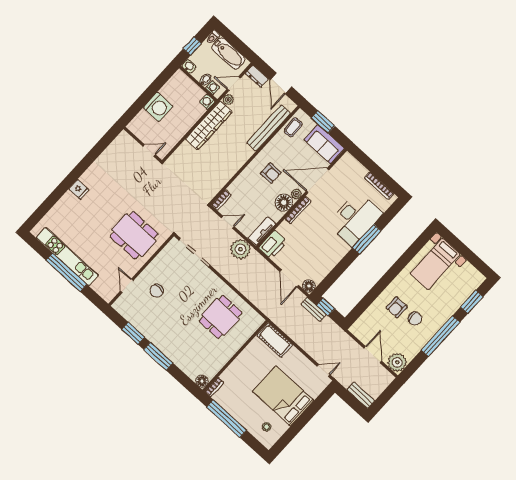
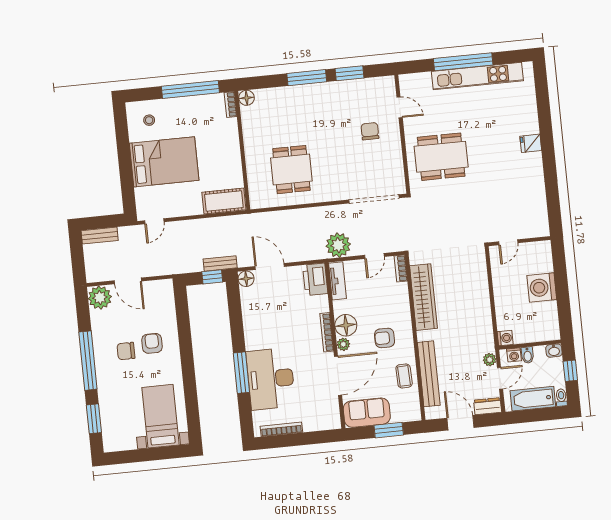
wardrobe: (209, 125) -> (423, 297), moved, turned 180
coffee table: (293, 127) -> (404, 376), moved

